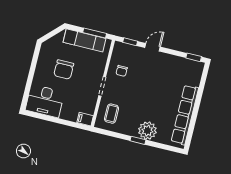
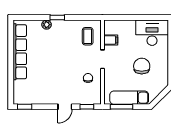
filing cabinet: (85, 119) -> (111, 40), moved
plant: (147, 131) -> (47, 25), width x0.53, depth x0.53

